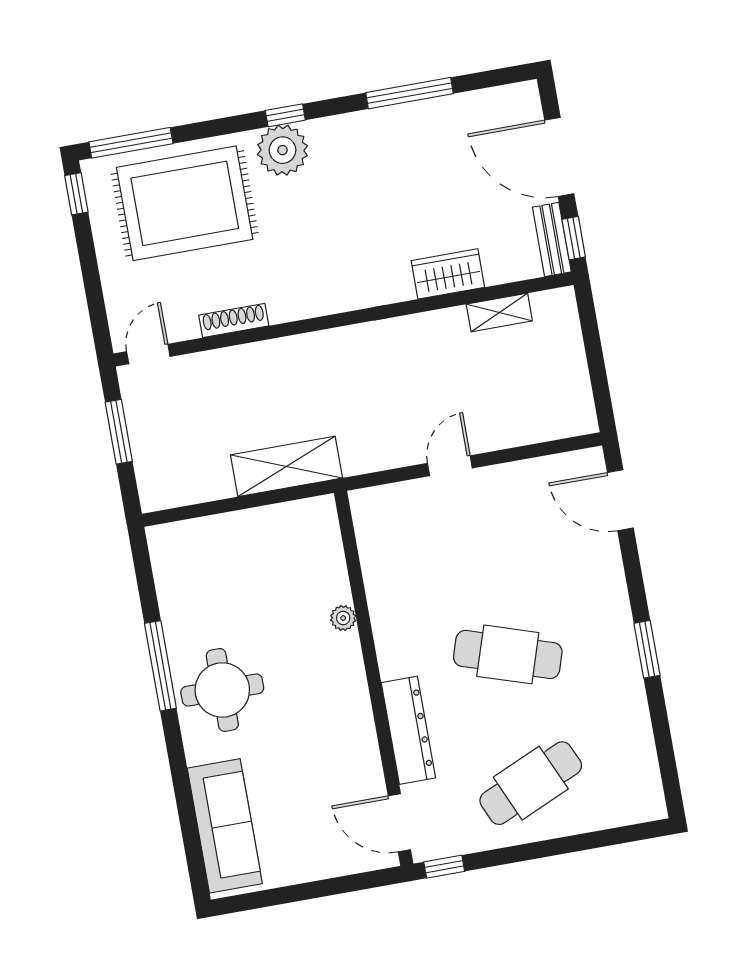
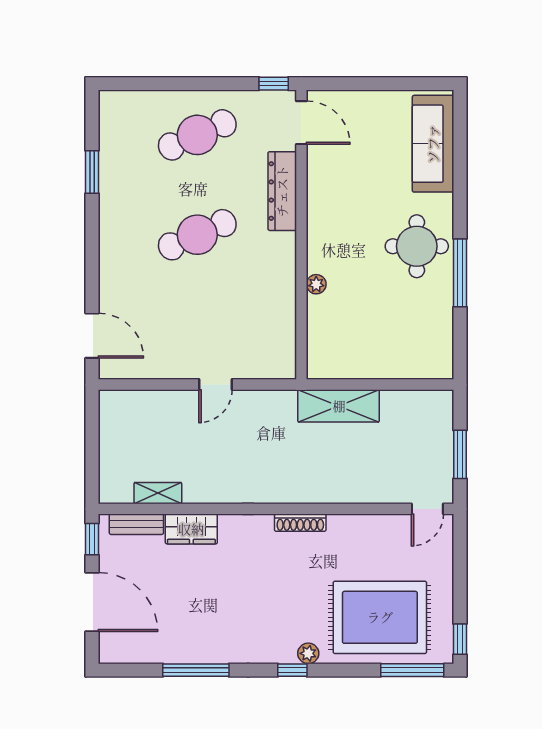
plant: (282, 150) -> (308, 653), width x0.53, depth x0.53
bench: (552, 240) -> (136, 524), moved, turned 90
shoe rack: (234, 320) -> (300, 523), moved
window: (647, 649) -> (92, 172), moved
cafe table: (508, 654) -> (197, 235), turned -42

